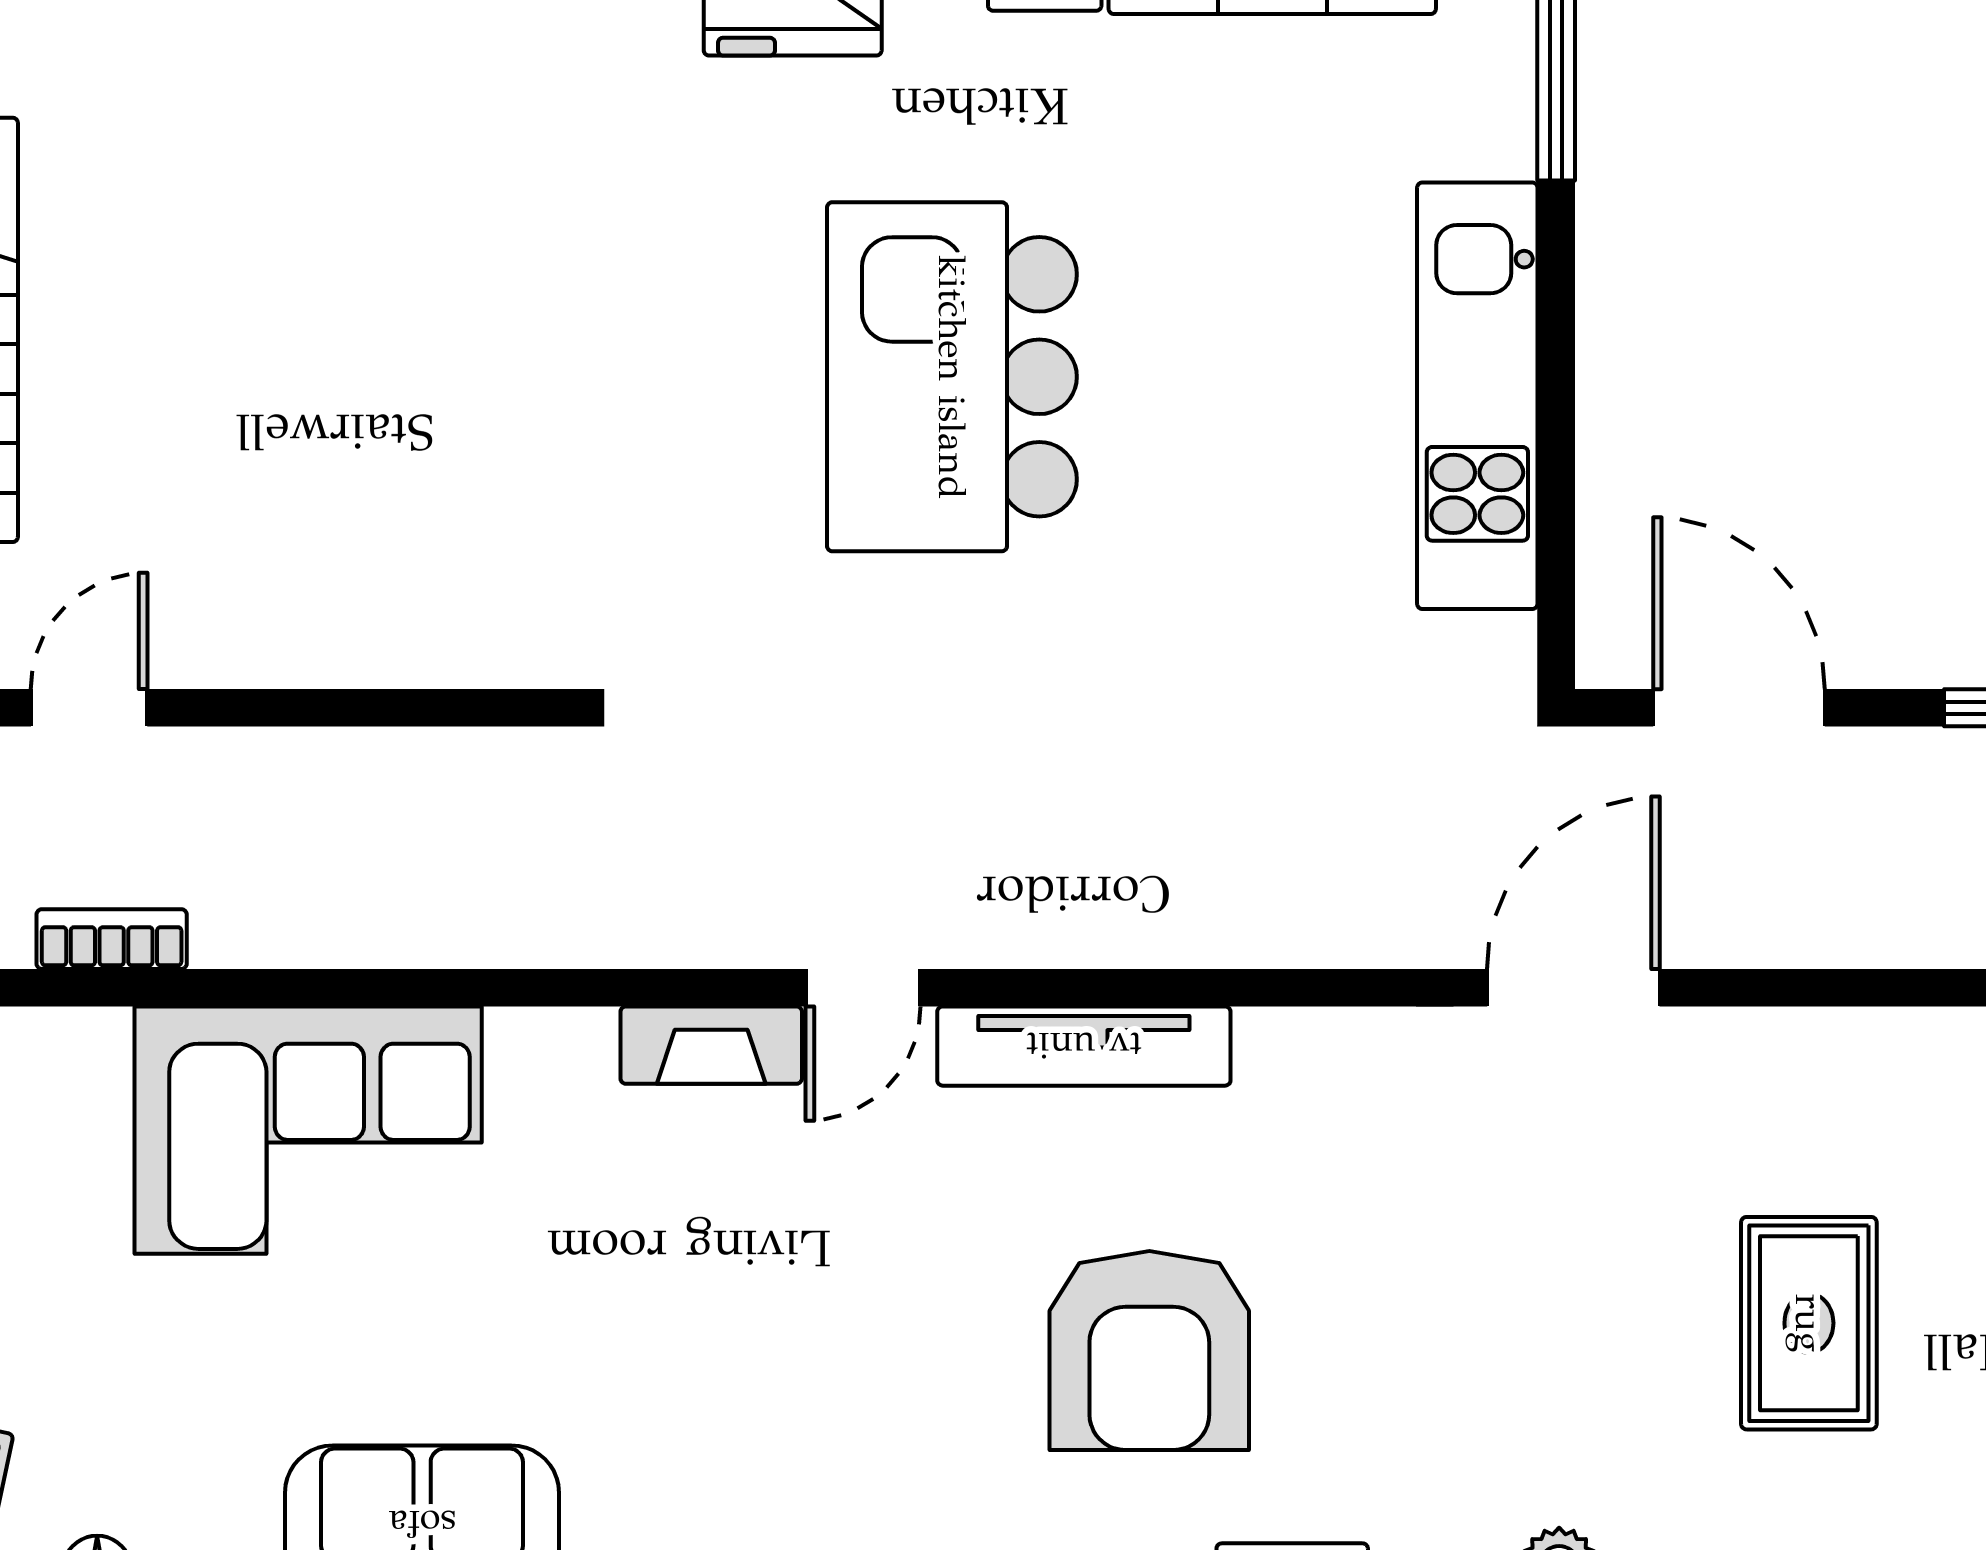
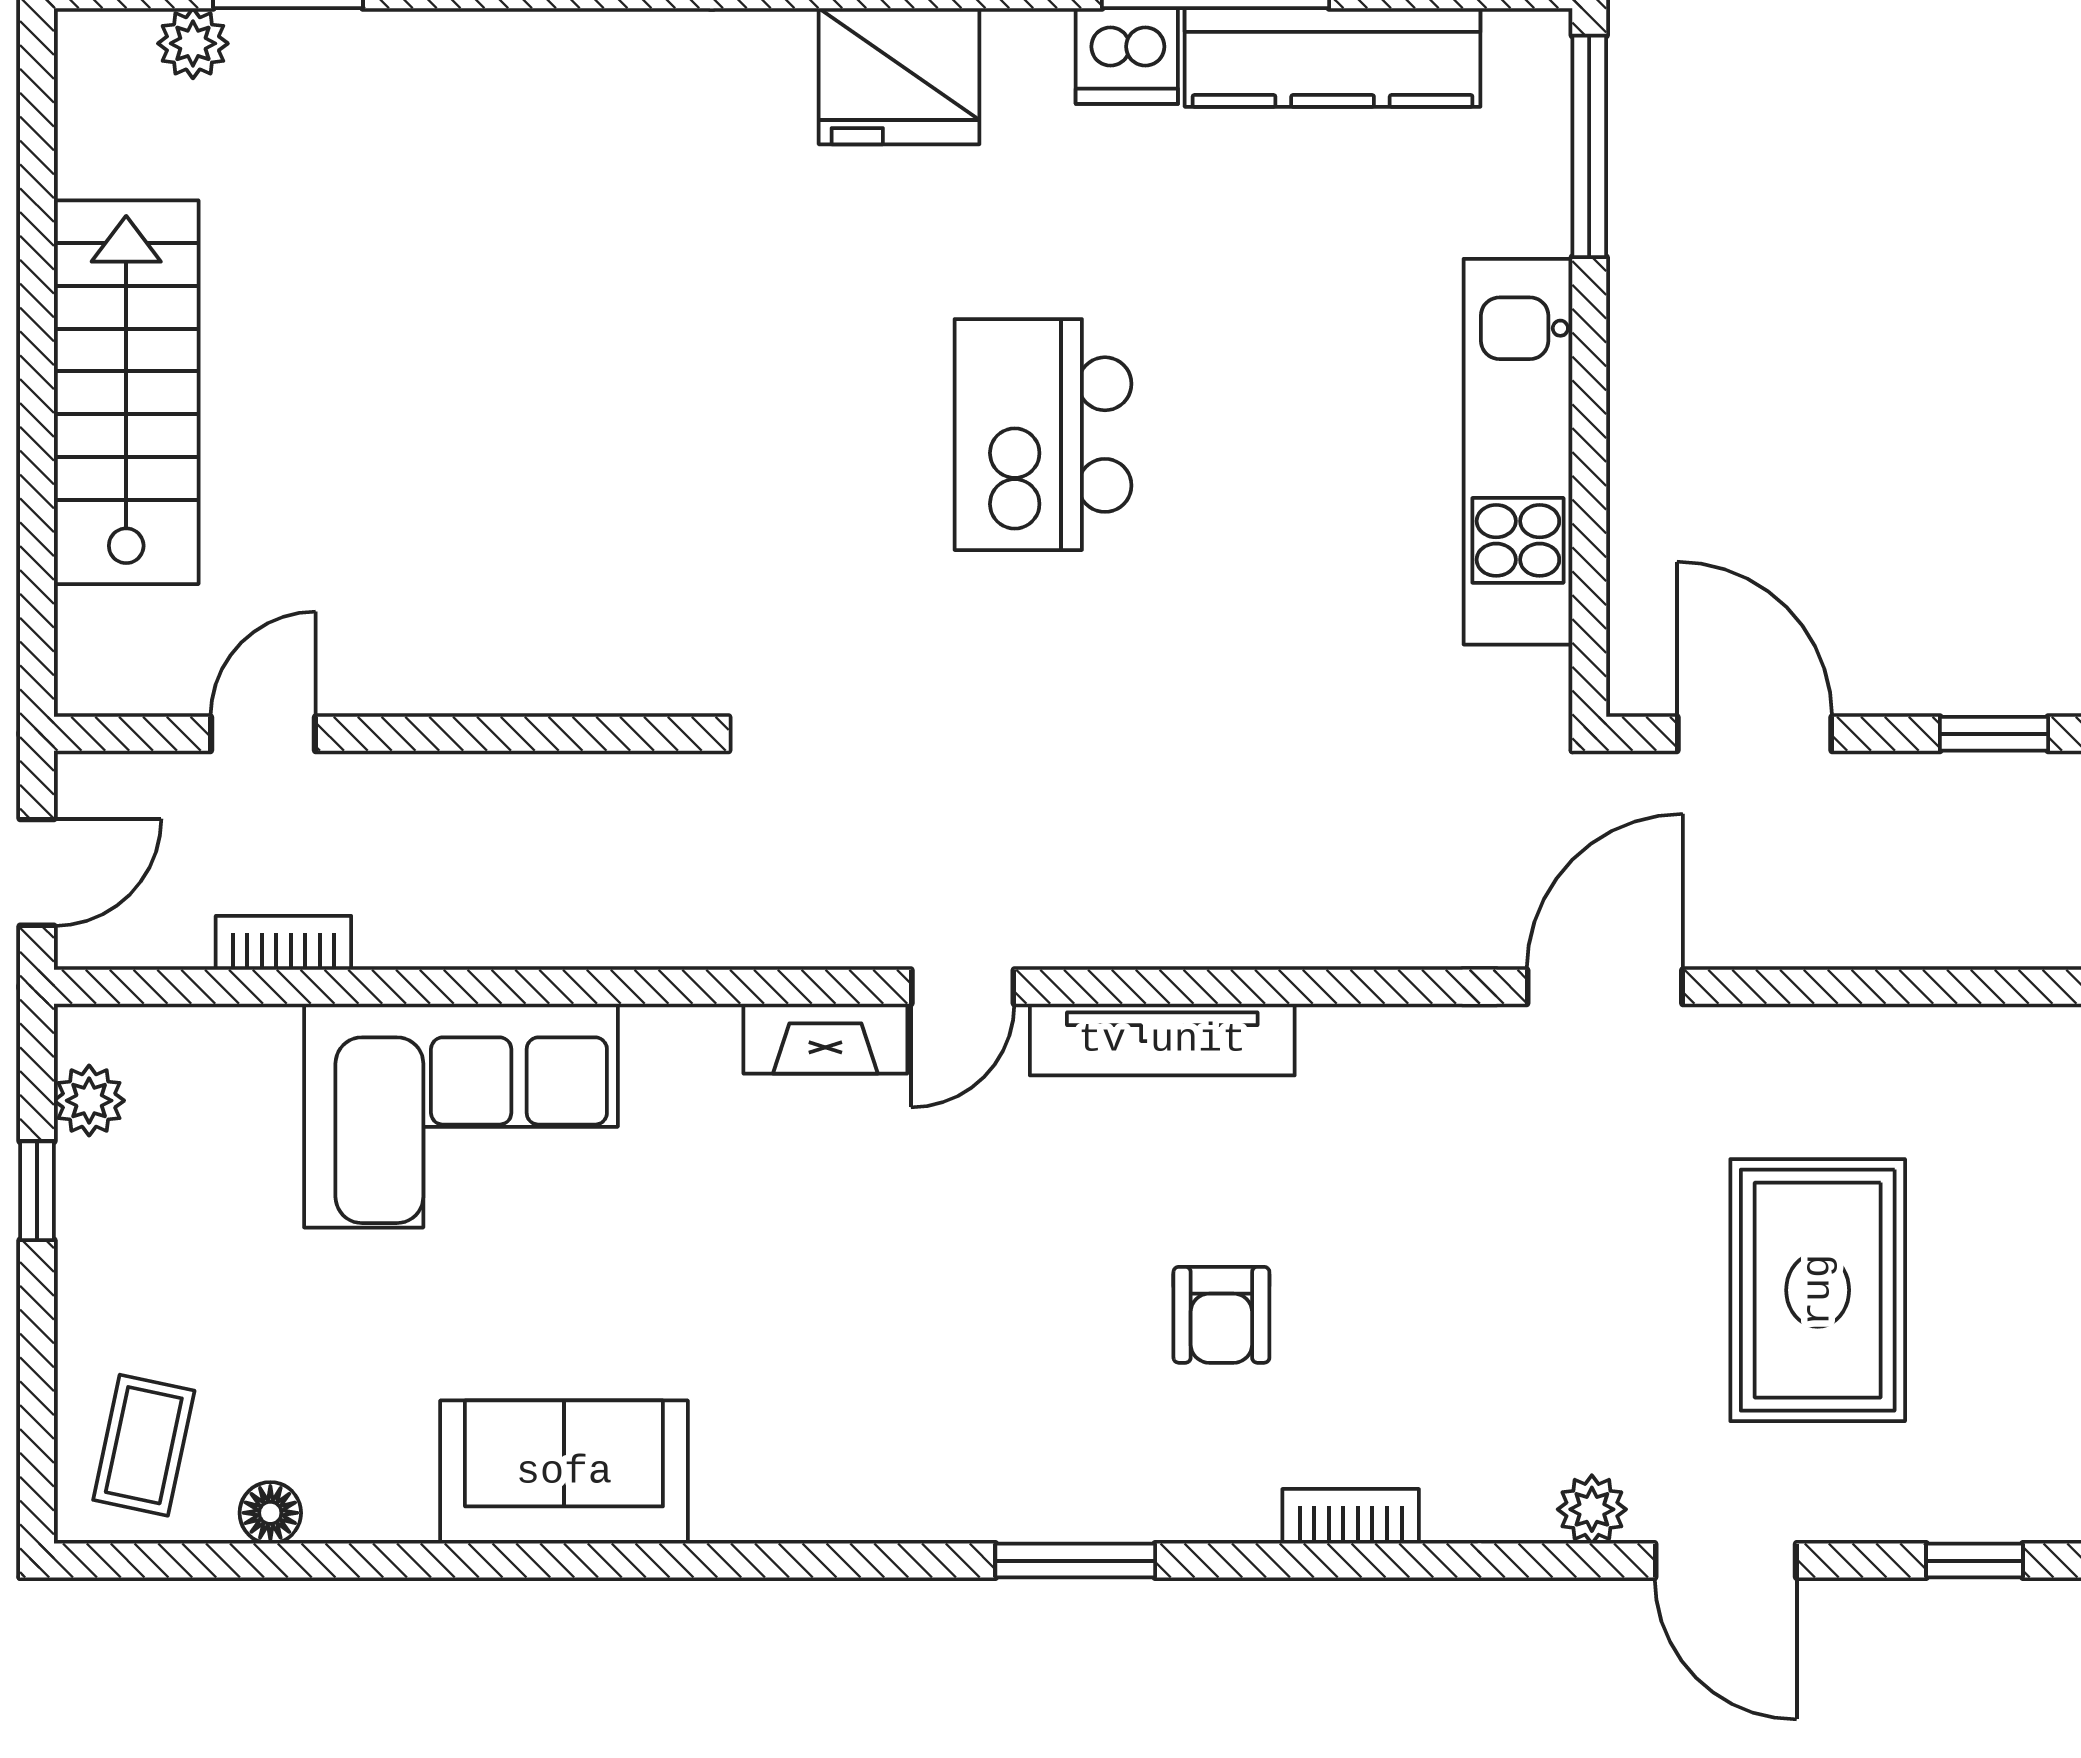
kitchen island: (952, 377) -> (1043, 435), width x0.73, depth x0.78
rug: (1809, 1323) -> (1818, 1290), width x1.36, depth x1.43
armchair: (1149, 1351) -> (1221, 1315), width x0.53, depth x0.53

